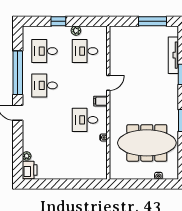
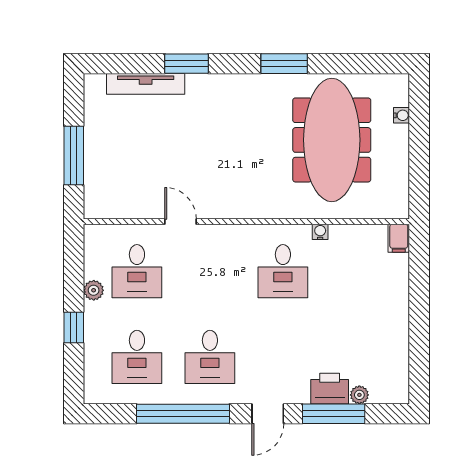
window: (153, 21) -> (74, 155), moved
door: (108, 83) -> (181, 222), moved
filing cabinet: (101, 101) -> (399, 238), moved
window: (18, 144) -> (334, 414), added
printer: (30, 170) -> (330, 389), moved

